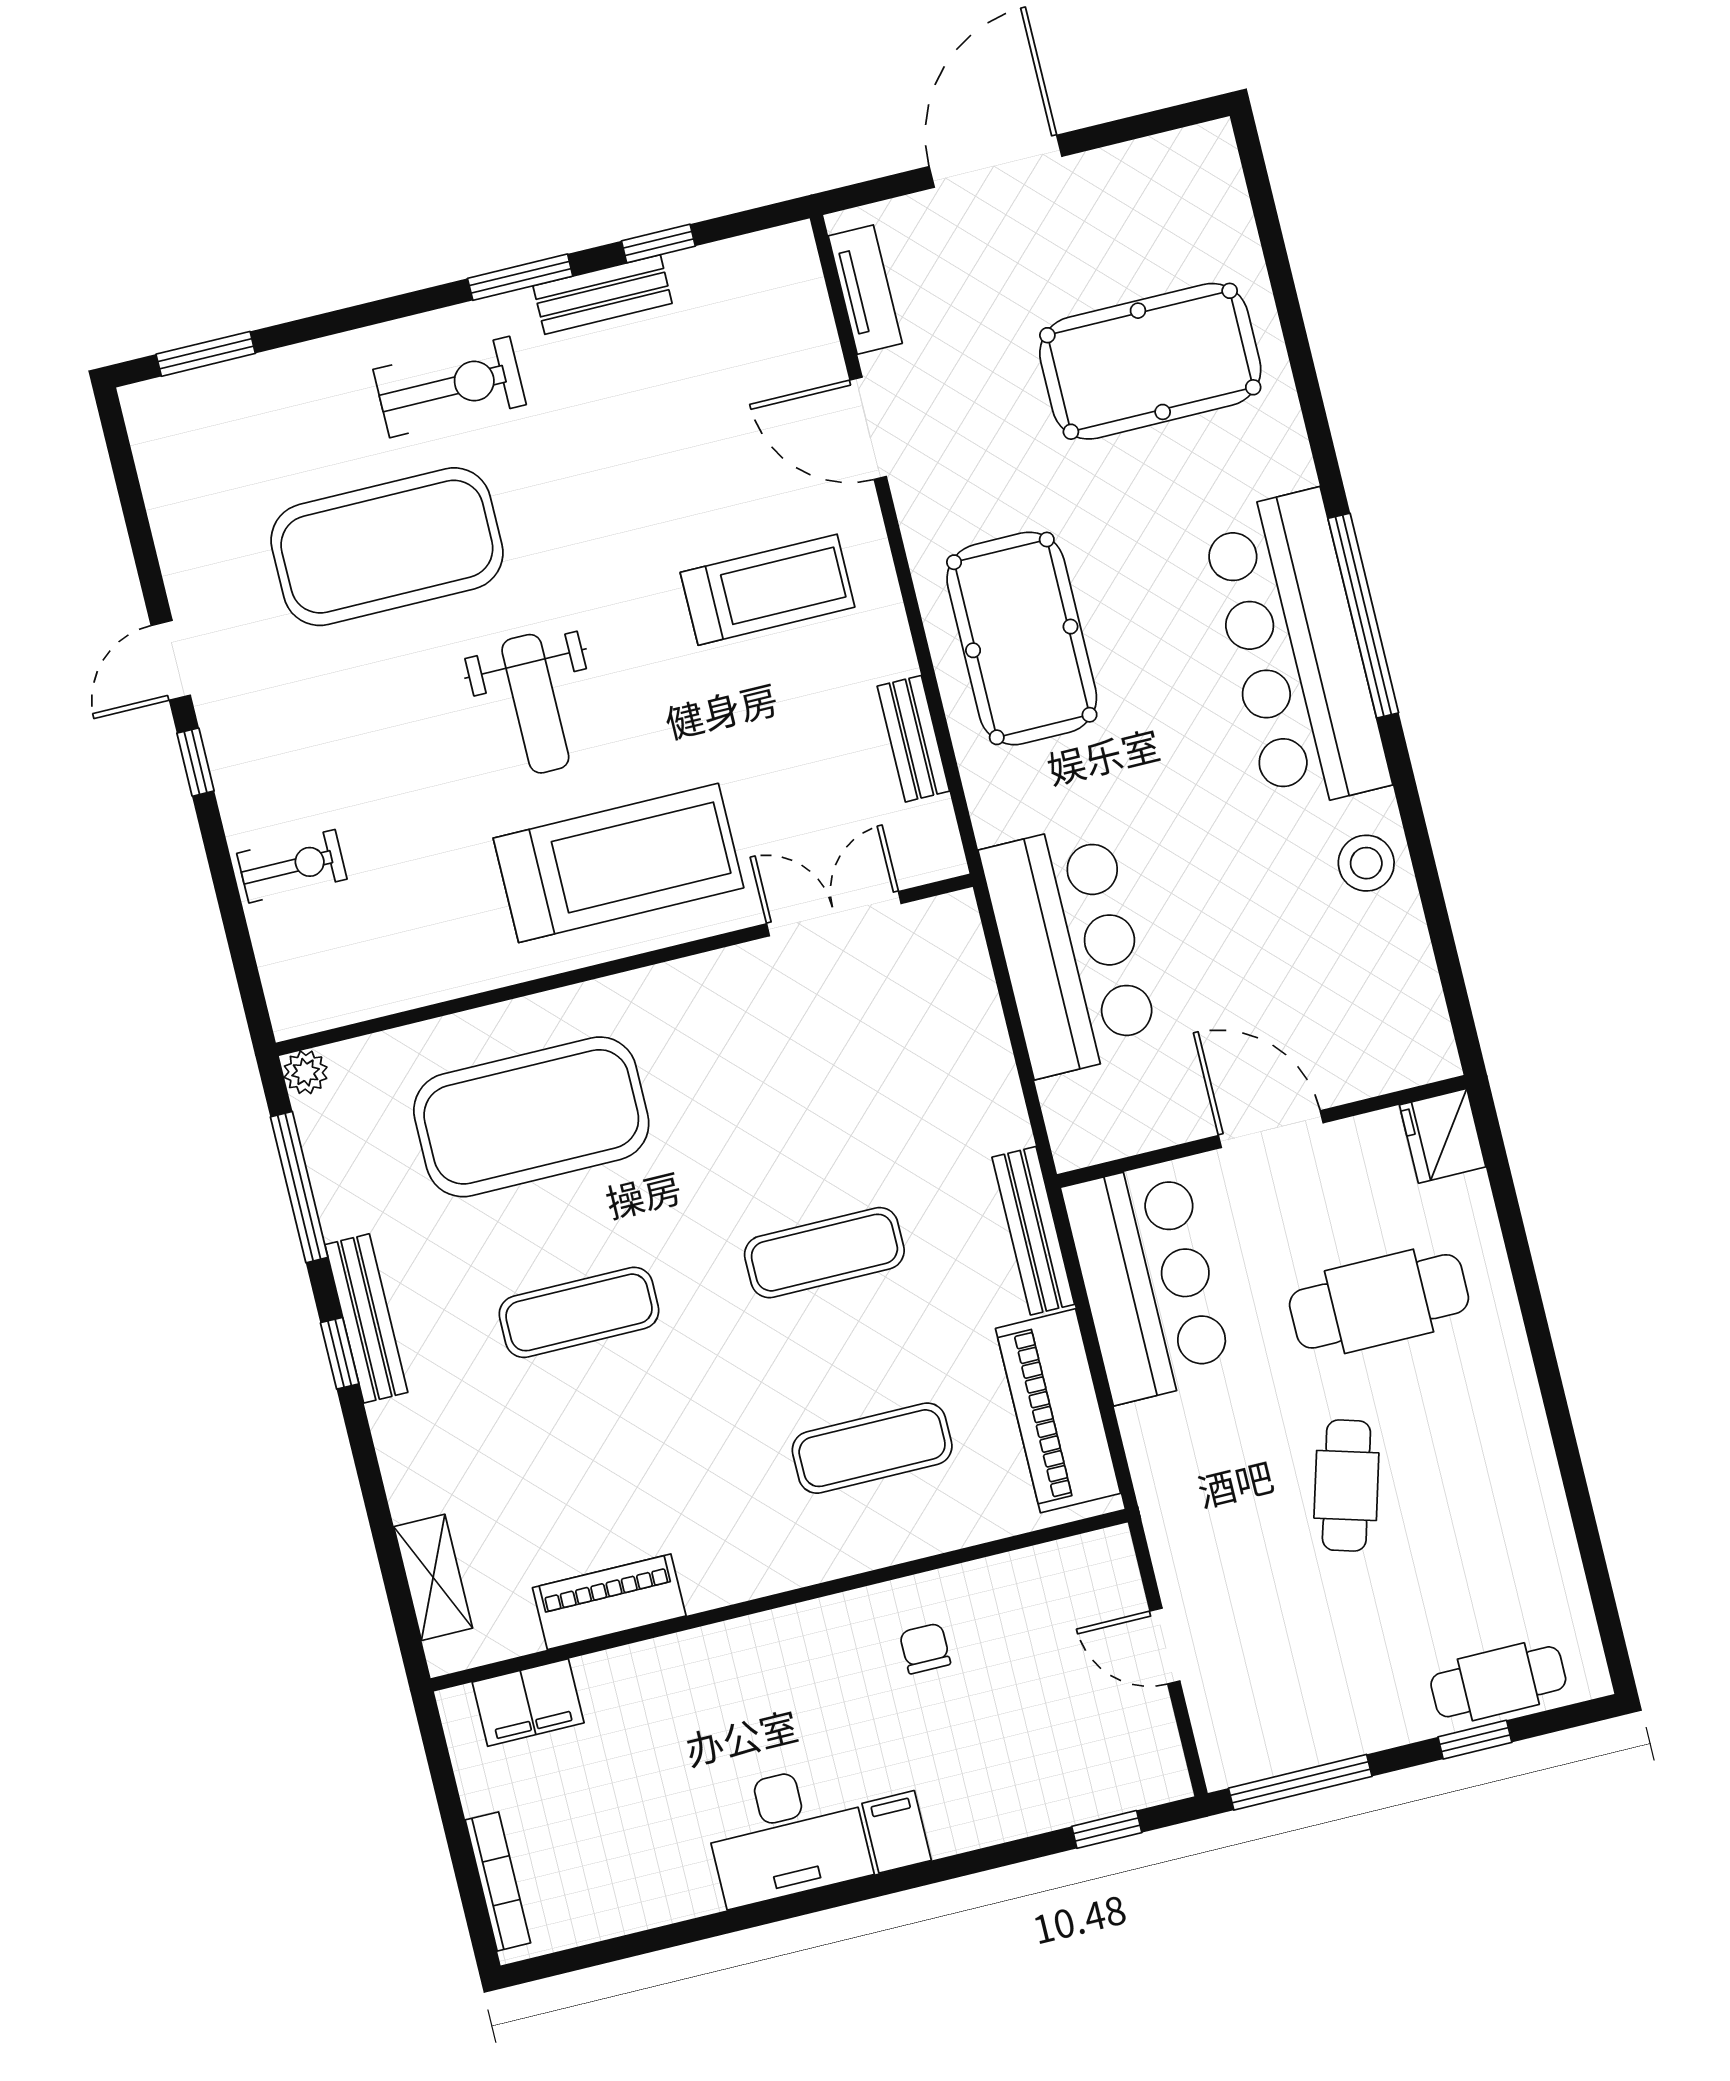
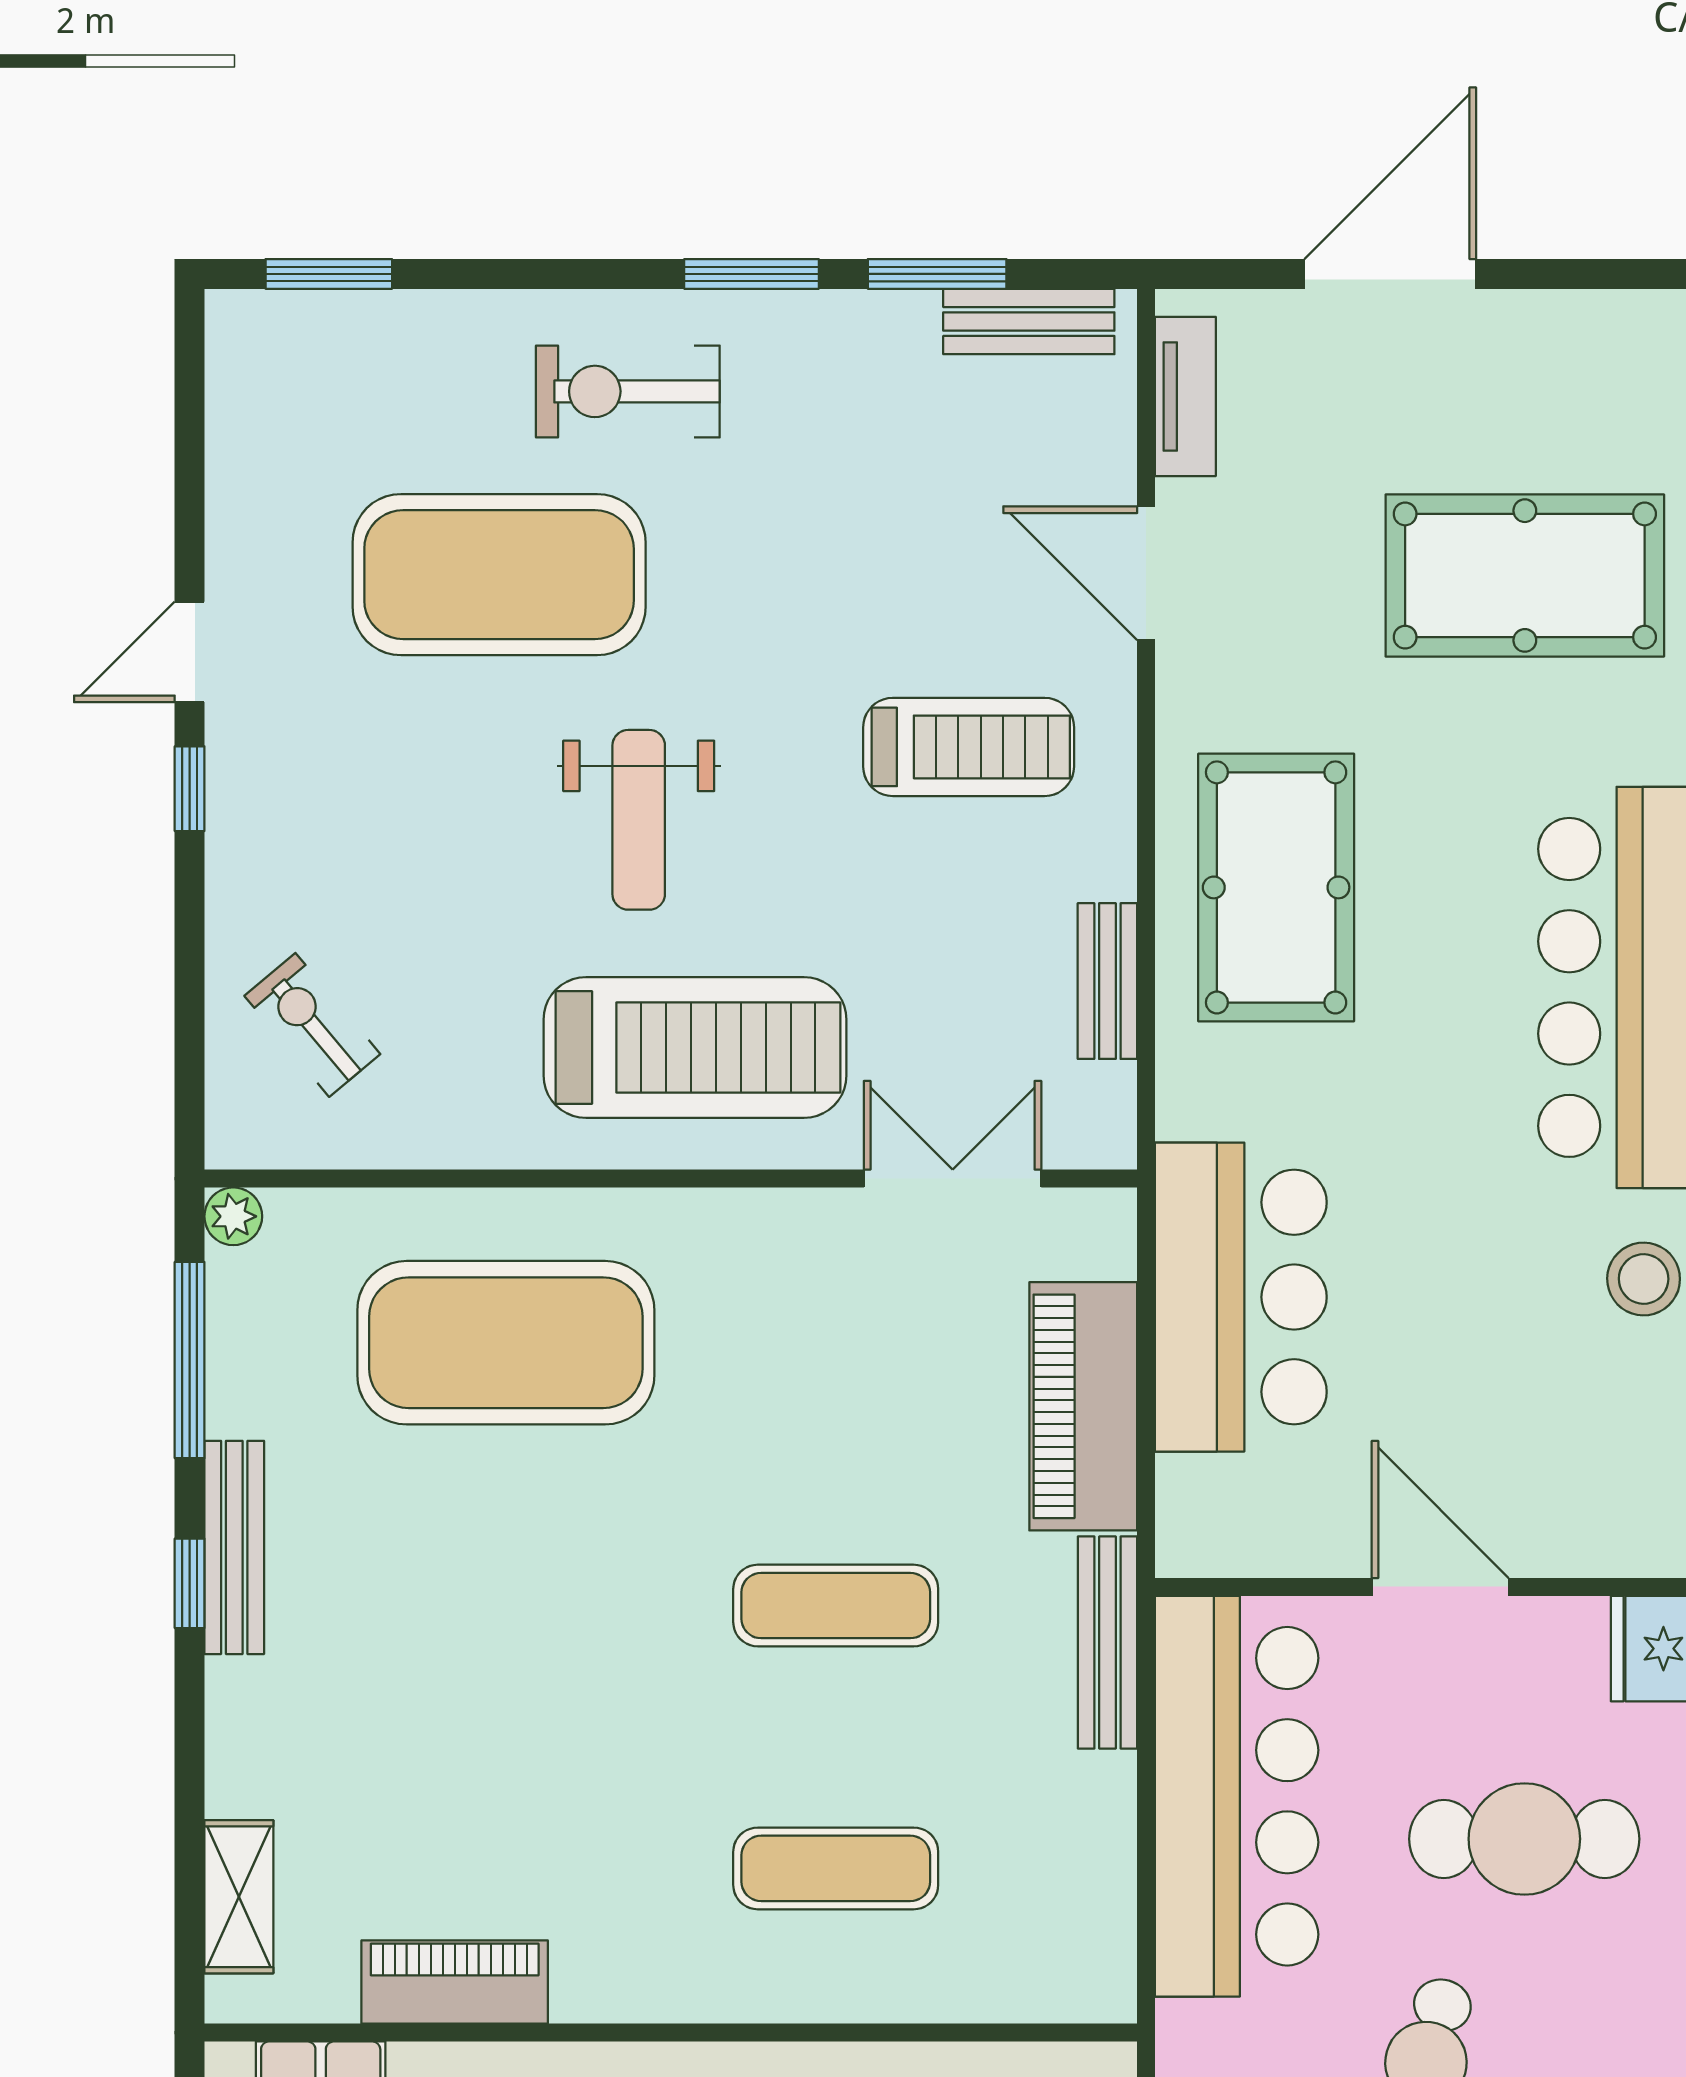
window: (658, 243) -> (937, 274), width x1.50
bench: (603, 295) -> (1029, 322), moved
exercise bike: (450, 387) -> (628, 391), turned 180
exercise bike: (292, 866) -> (312, 1025), moved, turned -130
bar counter: (1148, 1282) -> (1237, 1796), width x1.36
exercise mat: (579, 1312) -> (506, 1606), removed
piano: (1058, 1411) -> (1083, 1406), moved

